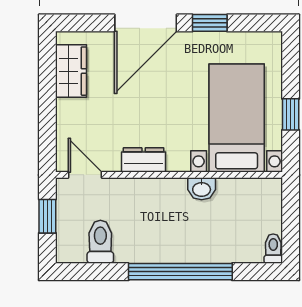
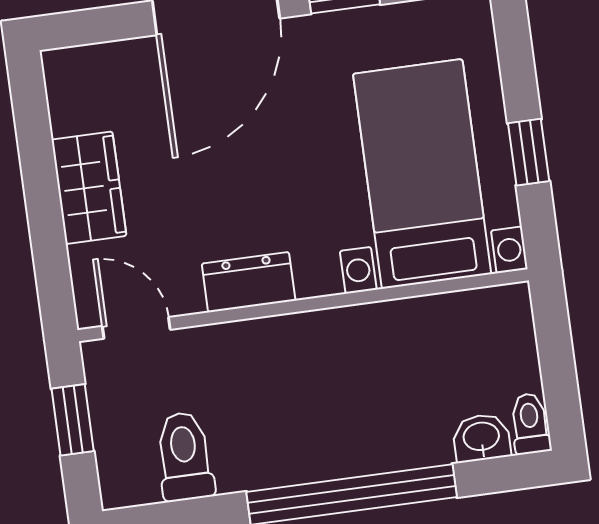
wardrobe: (71, 71) -> (89, 188), moved
washbasin: (202, 189) -> (481, 438), moved, turned 180

